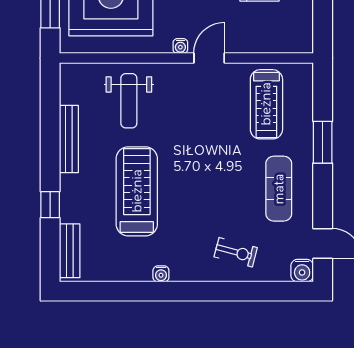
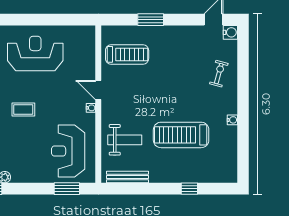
bench: (69, 139) -> (127, 177), moved
exercise mat: (279, 189) -> (179, 47), removed
bench: (70, 251) -> (218, 177), removed

